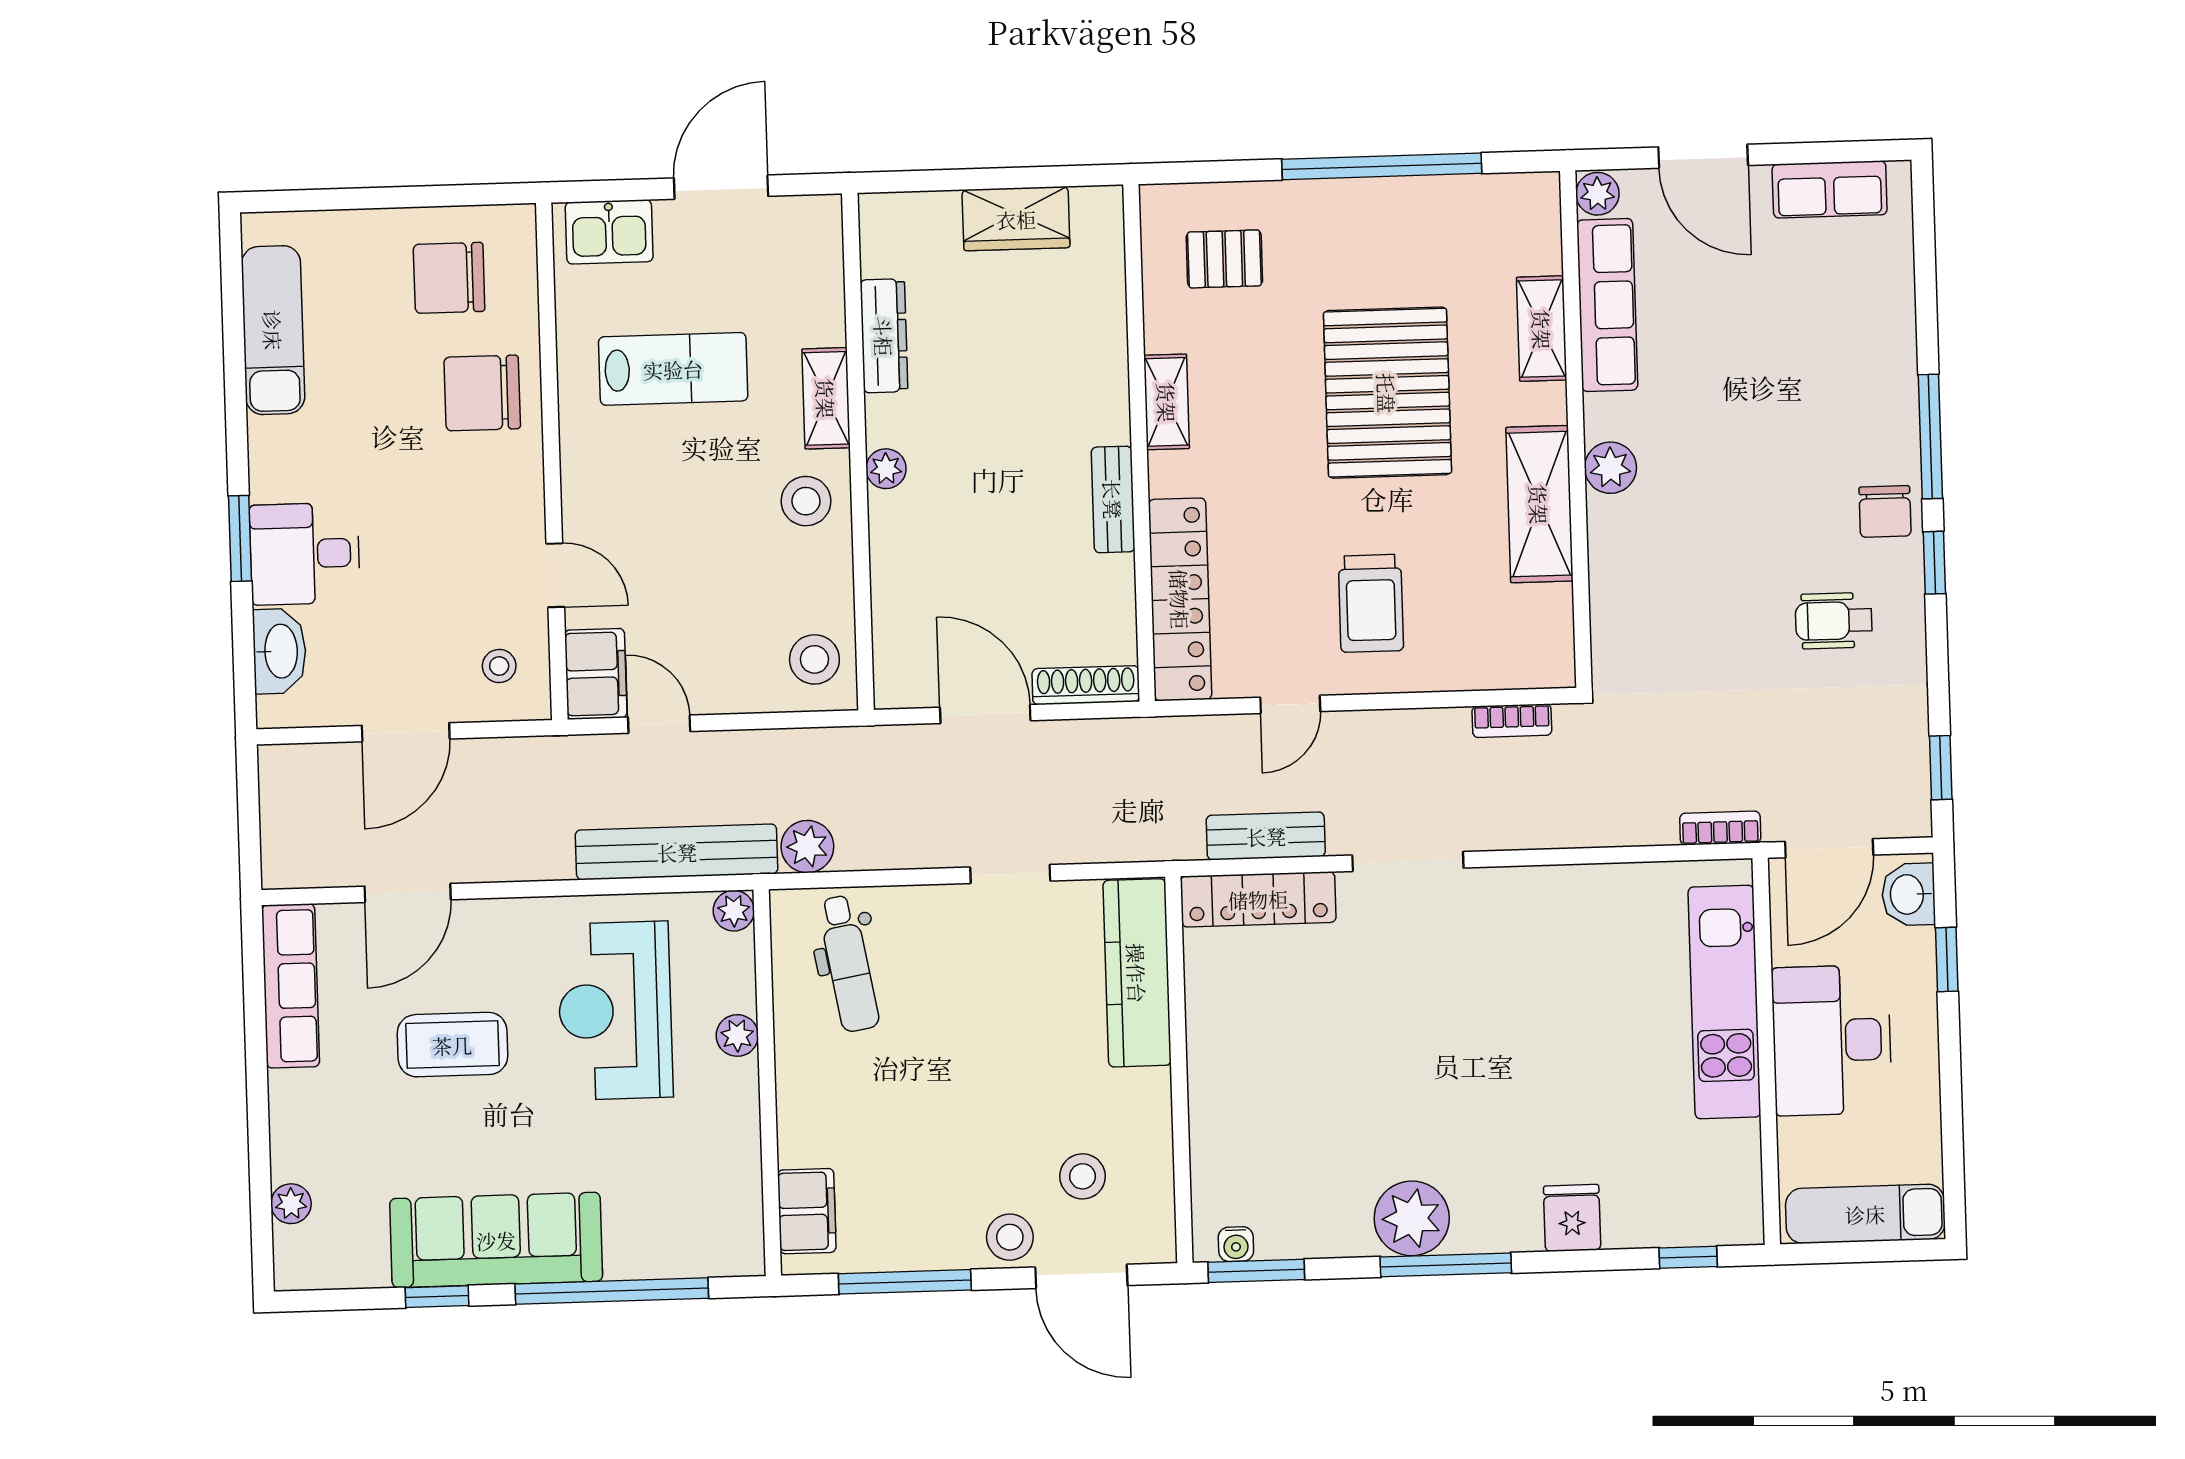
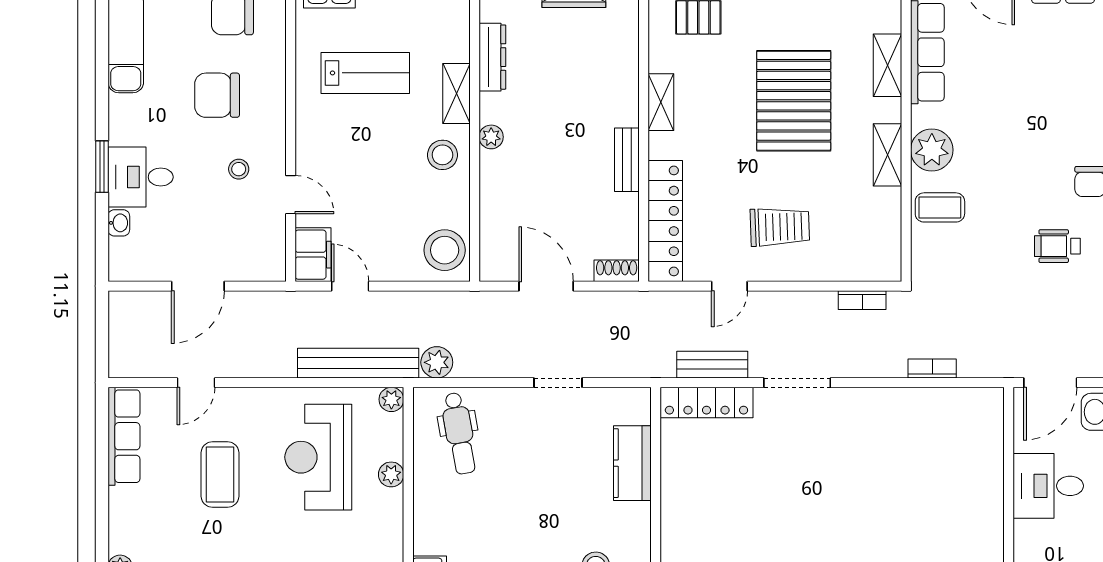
chair: (482, 393) -> (217, 95), moved
plant: (1610, 468) -> (932, 150), width x1.36, depth x1.36
shelving: (1539, 504) -> (887, 155), width x0.67, depth x0.75
coffee table: (1636, 563) -> (940, 207), added
trolley: (1371, 603) -> (780, 227), turned -92
washbasin: (280, 651) -> (119, 223), width x0.52, depth x0.69
stool: (814, 659) -> (445, 250), width x1.38, depth x1.38
stool: (499, 666) -> (239, 169), moved
shoe rack: (1086, 685) -> (617, 271), width x0.70
bookcase: (1720, 828) -> (932, 368), moved
door: (408, 893) -> (196, 383), width x0.73
kitchen counter: (1137, 973) -> (632, 463), width x0.67
kitchen unit: (1724, 1002) -> (984, 473), removed
desk: (1832, 1040) -> (1048, 486), width x0.73
coffee table: (452, 1045) -> (220, 474), turned 90

